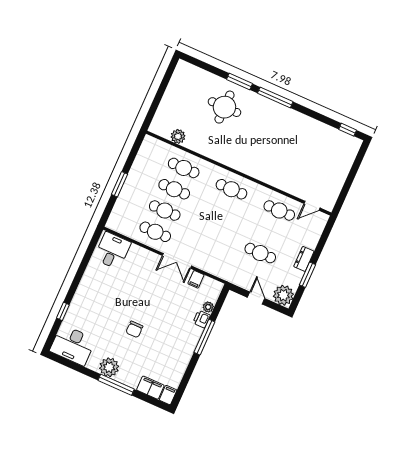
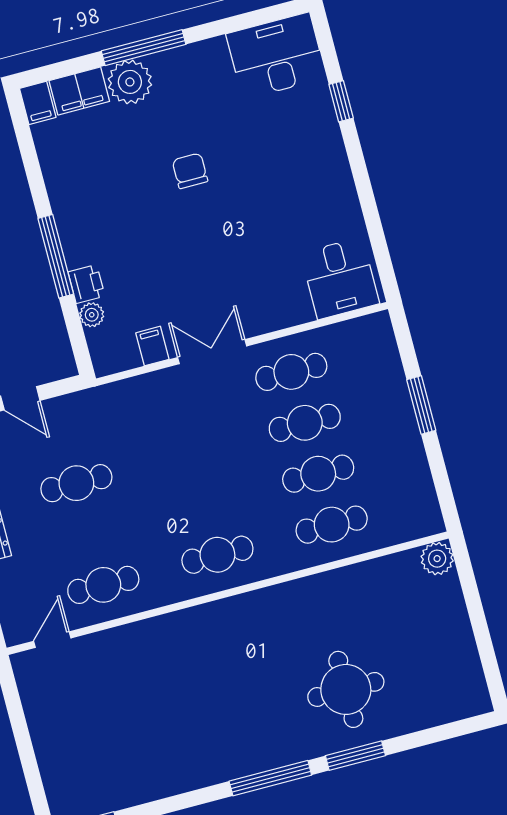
plant: (178, 136) -> (437, 559), moved
plant: (109, 367) -> (130, 82), moved

